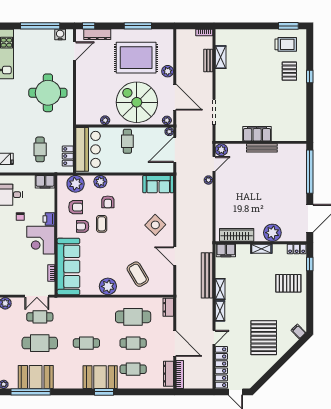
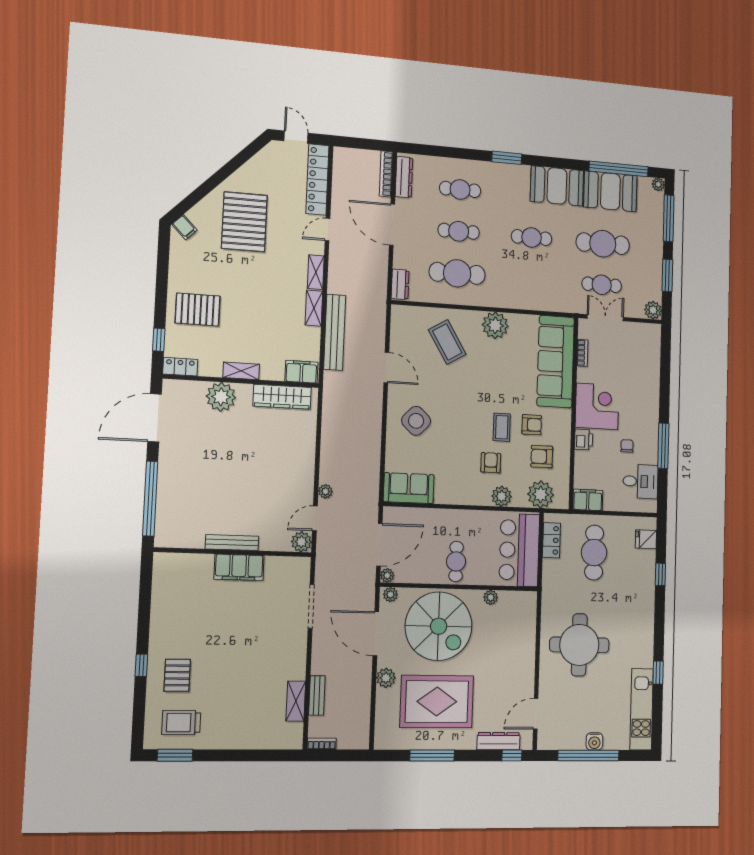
water cooler: (60, 35) -> (594, 741), moved
cafe table: (40, 149) -> (594, 553), width x1.37, depth x1.35
booth: (100, 377) -> (557, 186), moved

